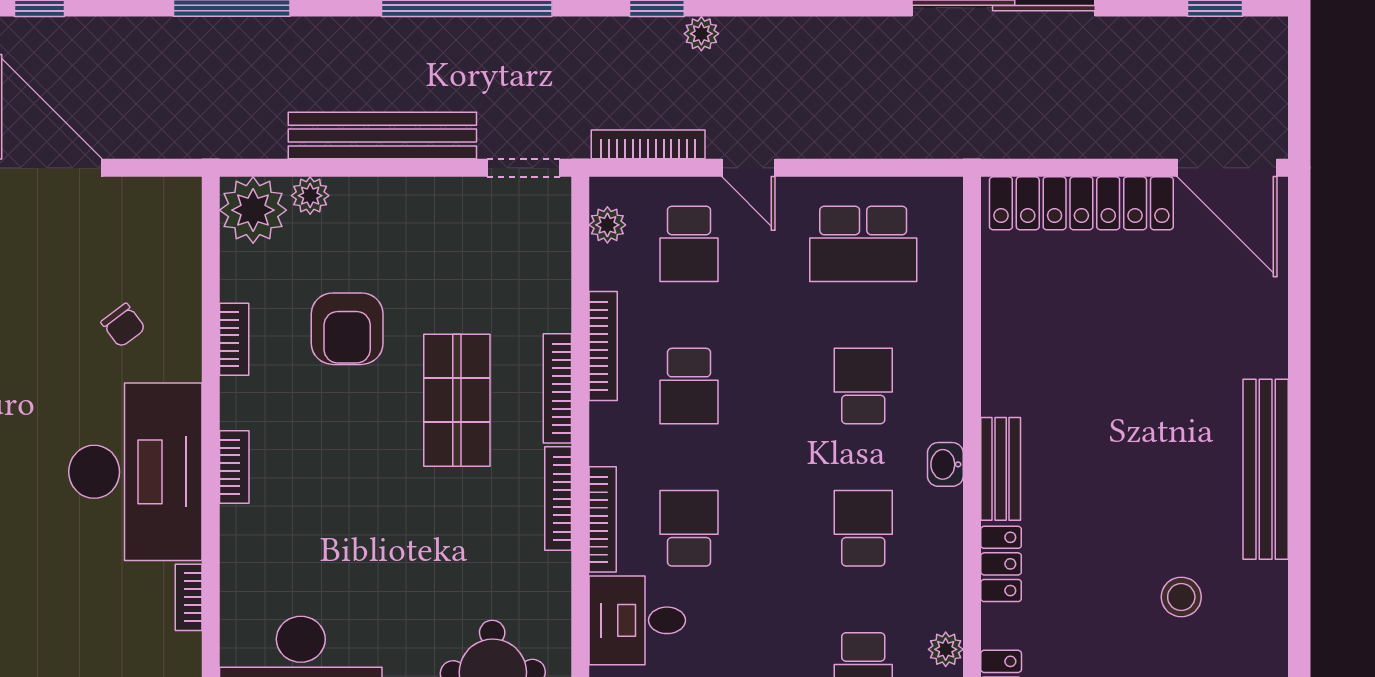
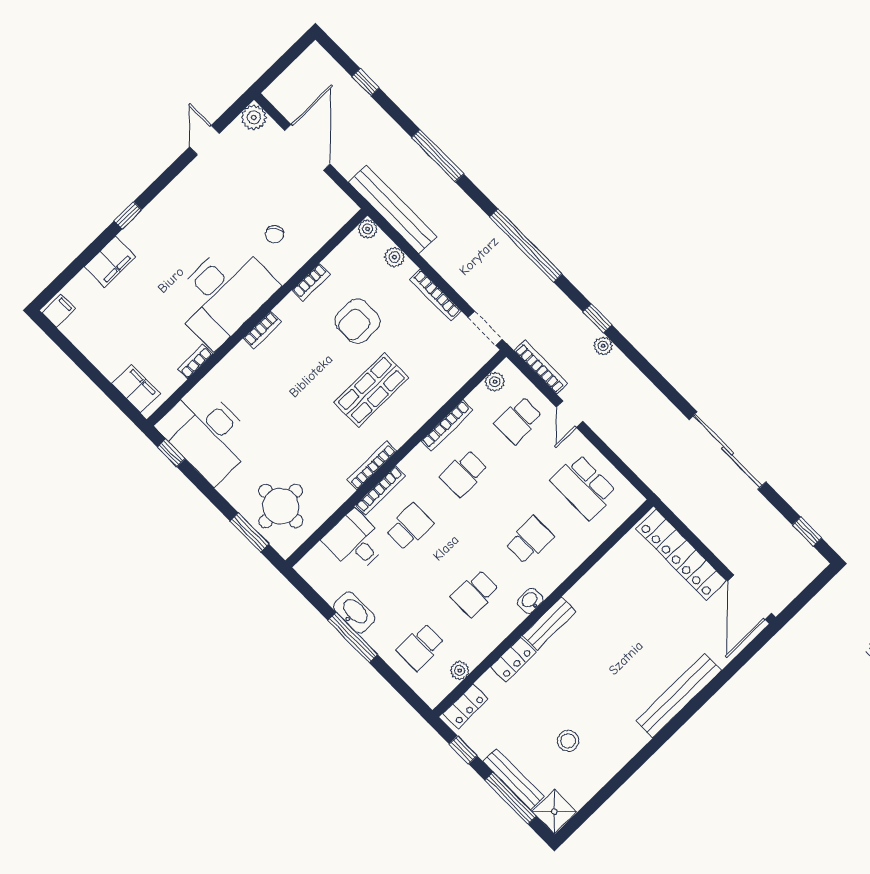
bench: (382, 136) -> (393, 209), moved
plant: (253, 210) -> (368, 229), width x0.53, depth x0.53
bookcase: (557, 388) -> (435, 295), moved, turned -90
bench: (1266, 469) -> (679, 696), moved
school desk: (863, 528) -> (475, 593), turned 180

